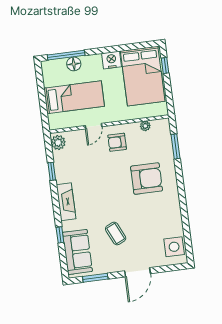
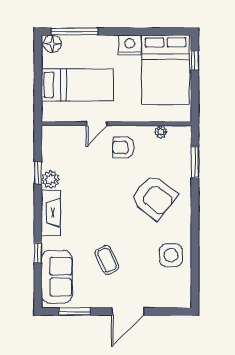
floor lamp: (74, 64) -> (52, 44), moved
plant: (58, 143) -> (50, 179), moved
armchair: (147, 179) -> (154, 197), turned 38
side table: (174, 247) -> (171, 255), moved

